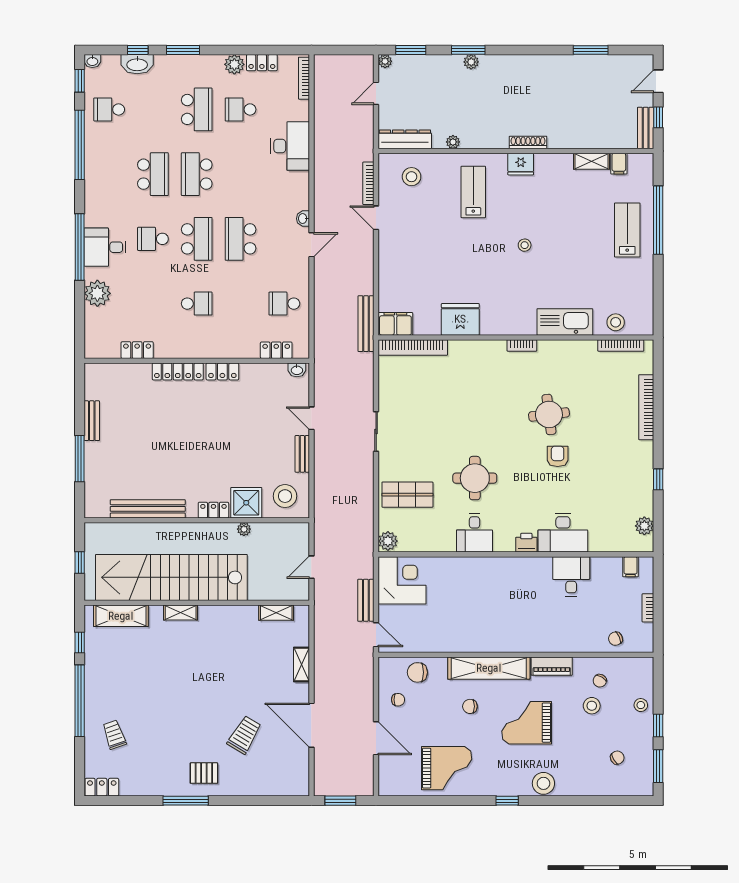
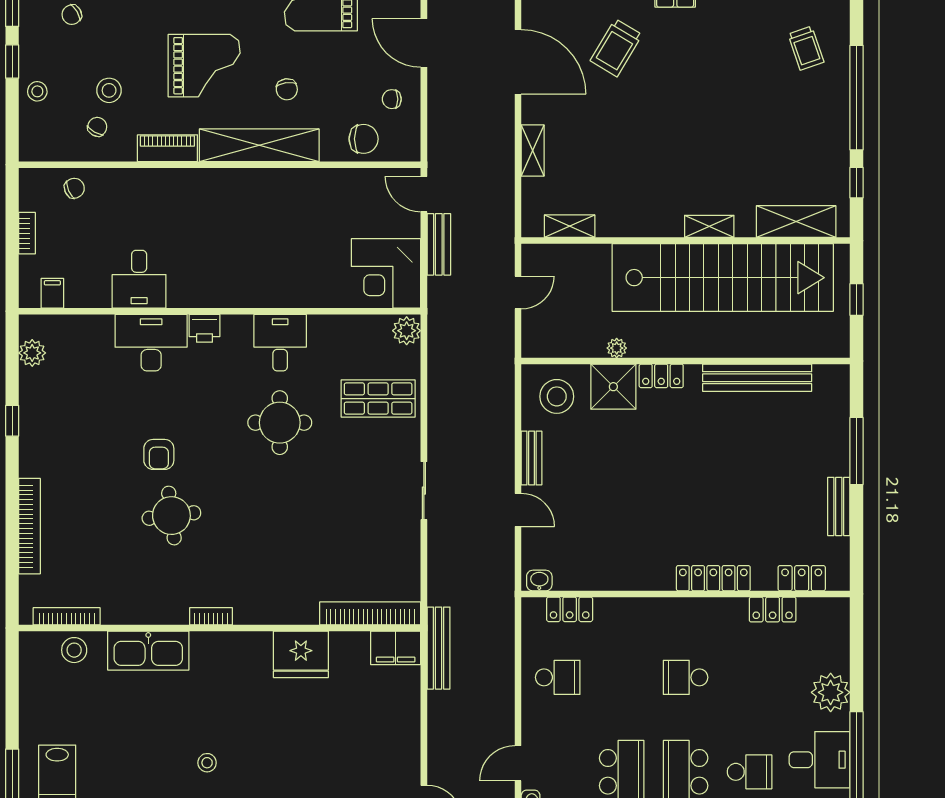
locker: (222, 372) -> (802, 578), moved
chair: (470, 706) -> (287, 89), turned 82

